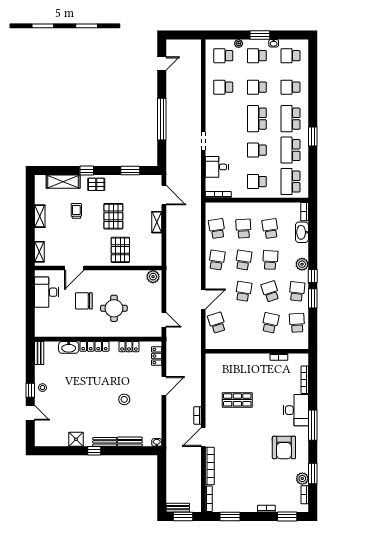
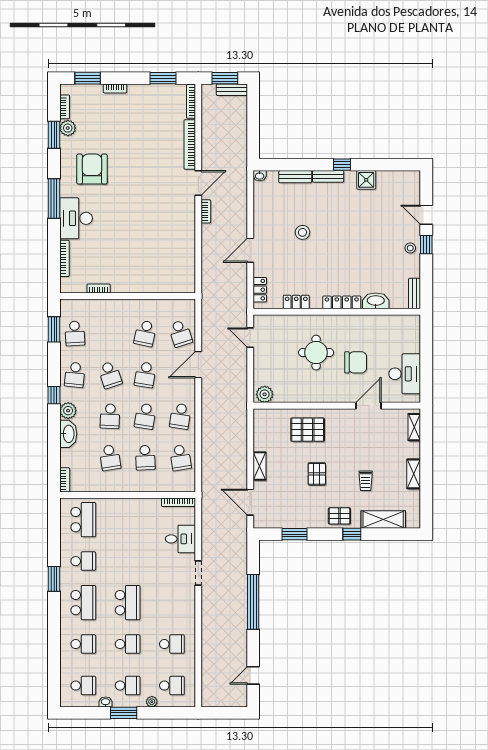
school desk: (257, 150) -> (128, 561), removed
school desk: (291, 150) -> (83, 561), width x0.54
school desk: (257, 182) -> (128, 520), removed
pallet: (113, 216) -> (317, 474), width x0.67, depth x0.71
washbasin: (302, 232) -> (68, 434), moved
pallet: (120, 250) -> (308, 430), turned 90
window: (313, 298) -> (54, 329), moved
school desk: (270, 323) -> (145, 333), moved
shop shelf: (237, 400) -> (153, 232), removed

